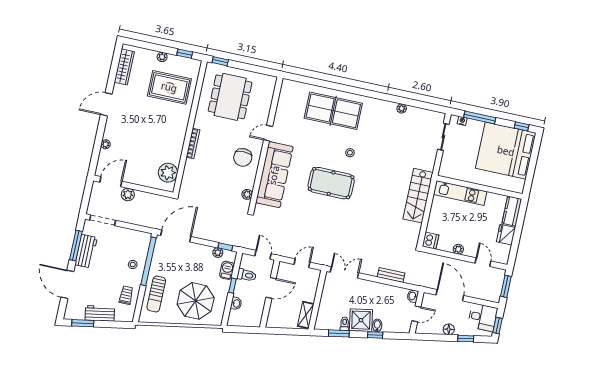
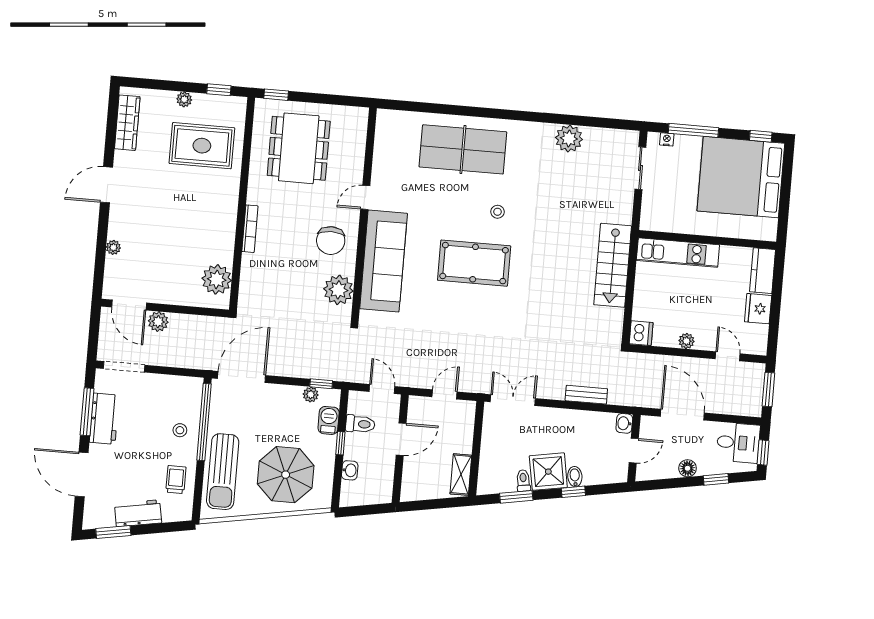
plant: (402, 108) -> (569, 138), width x1.88, depth x1.88
door: (111, 182) -> (129, 305), swing flipped
plant: (247, 194) -> (338, 290), width x1.88, depth x1.88
sun lounger: (156, 294) -> (223, 472), width x1.36, depth x1.34

